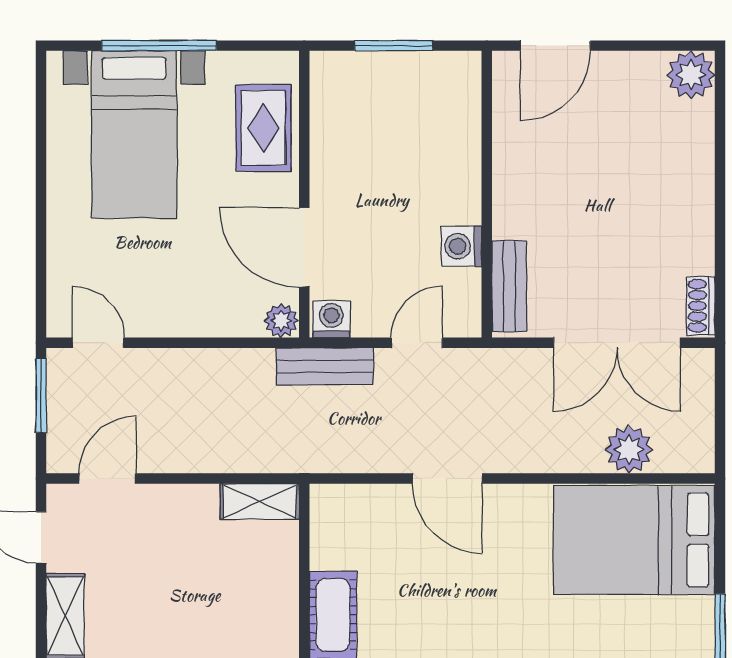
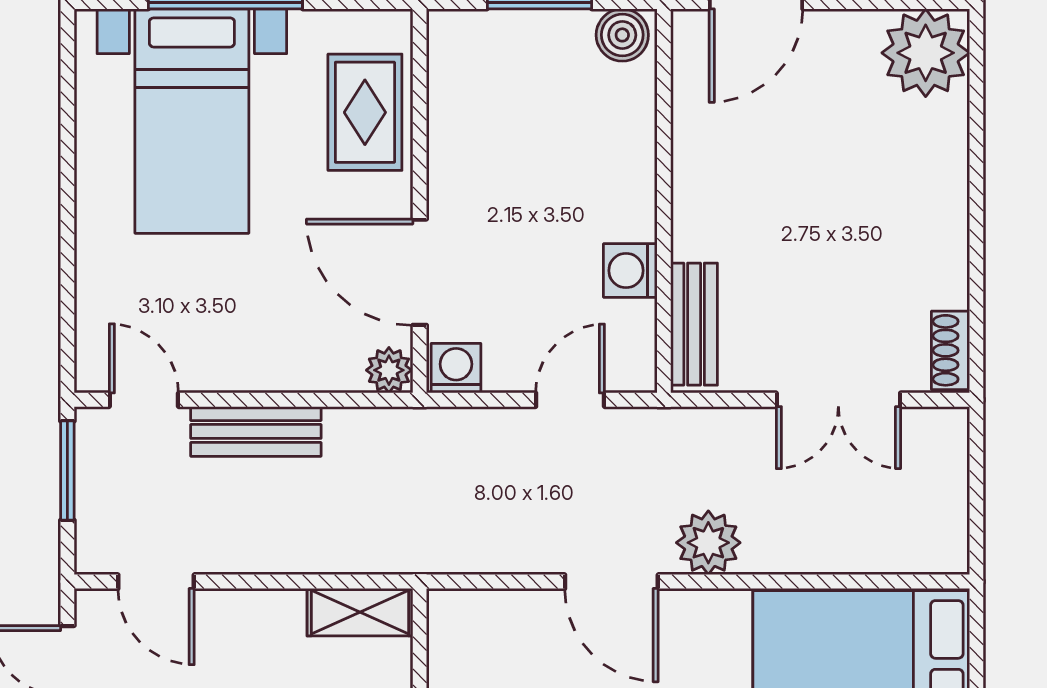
boiler: (456, 70) -> (622, 35), added
plant: (691, 75) -> (926, 53), width x1.36, depth x1.36
double door: (617, 343) -> (838, 400), width x0.73
bench: (325, 366) -> (256, 431), moved
plant: (629, 450) -> (708, 543), moved
door: (107, 479) -> (156, 582), swing flipped

